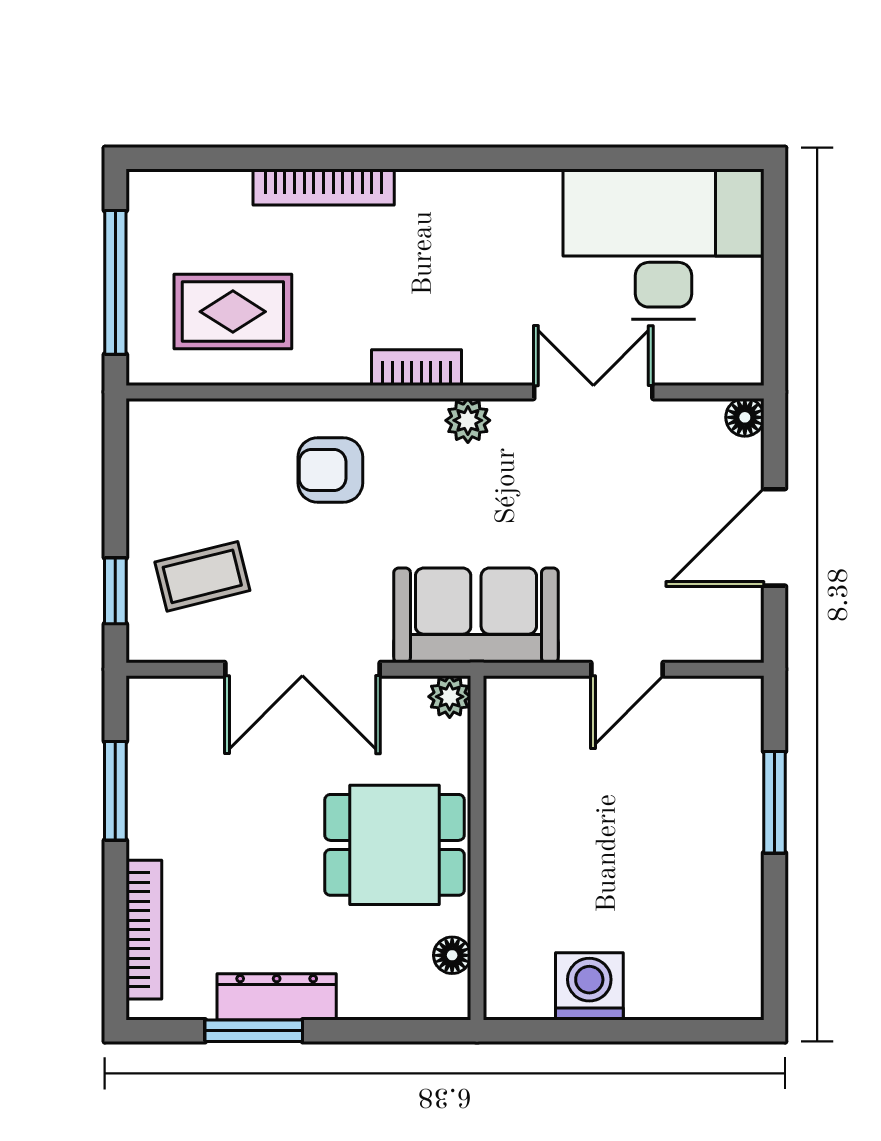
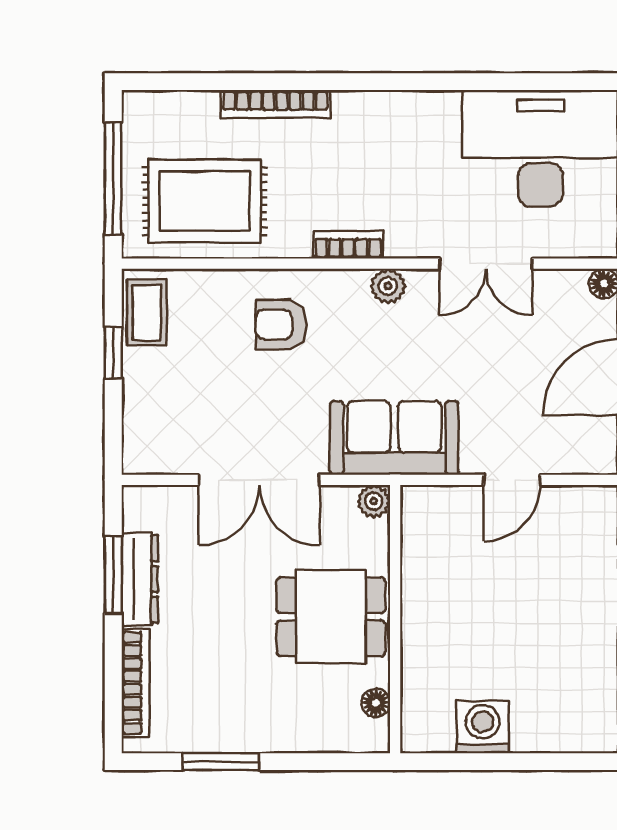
rug: (233, 312) -> (205, 201), width x1.36, depth x1.43
double door: (593, 392) -> (486, 264), swing flipped
coffee table: (202, 576) -> (147, 313), moved, turned -76
window: (115, 591) -> (113, 353), moved
dresser: (277, 997) -> (140, 579), moved, turned 90

